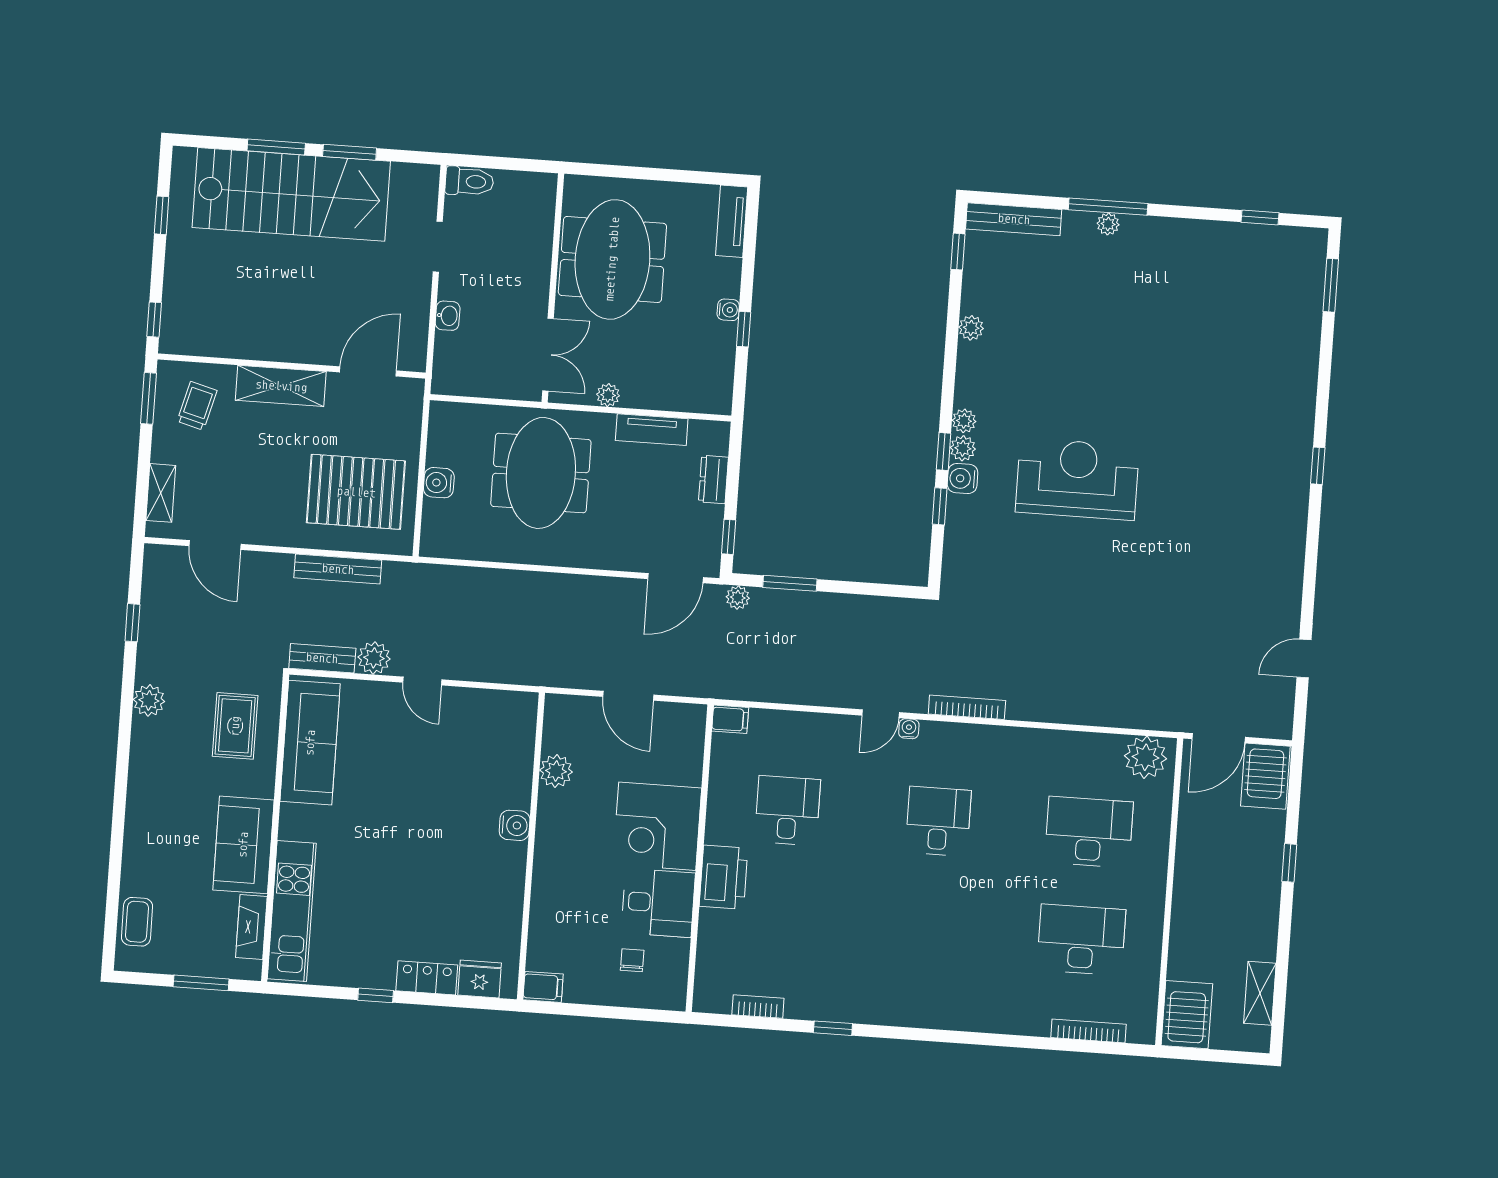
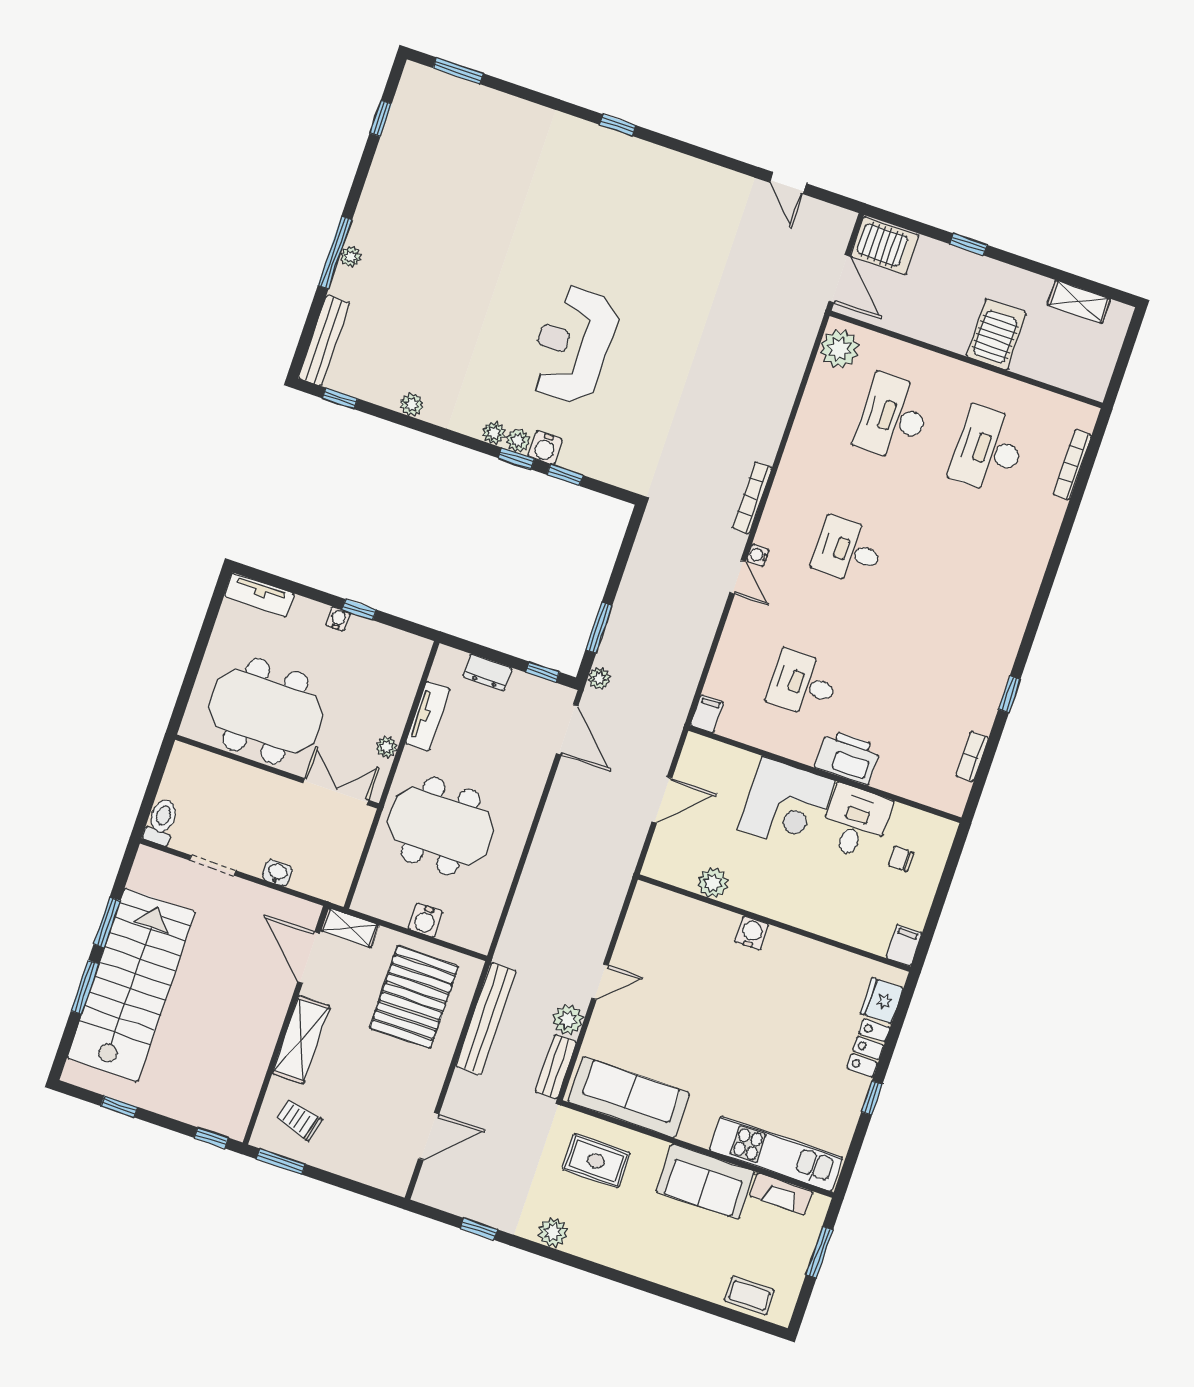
shelving: (161, 493) -> (350, 928), moved
bench: (338, 569) -> (486, 1018), width x1.37, depth x1.21
server rack: (1187, 1015) -> (996, 334), moved, turned 90

